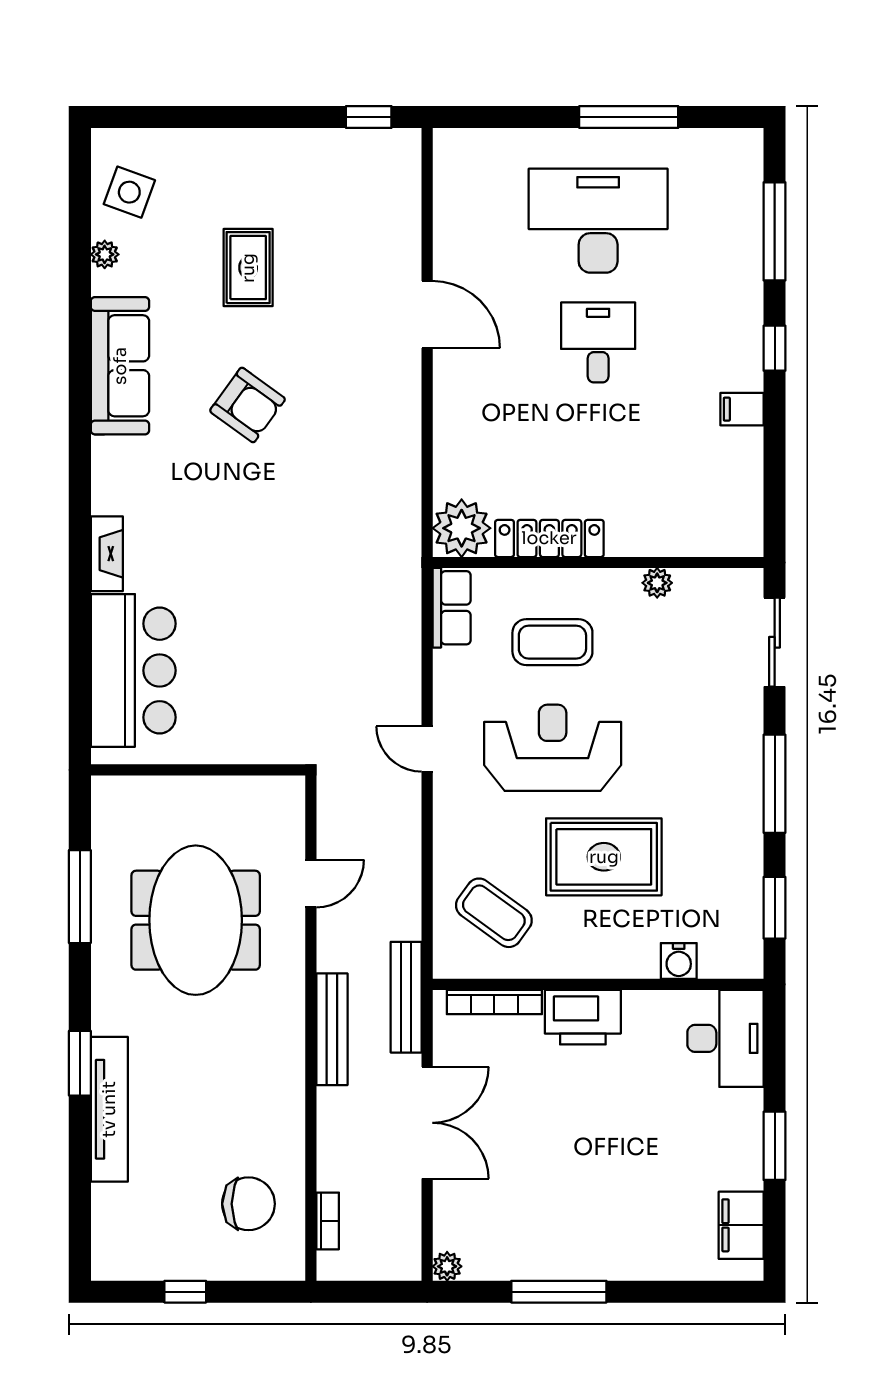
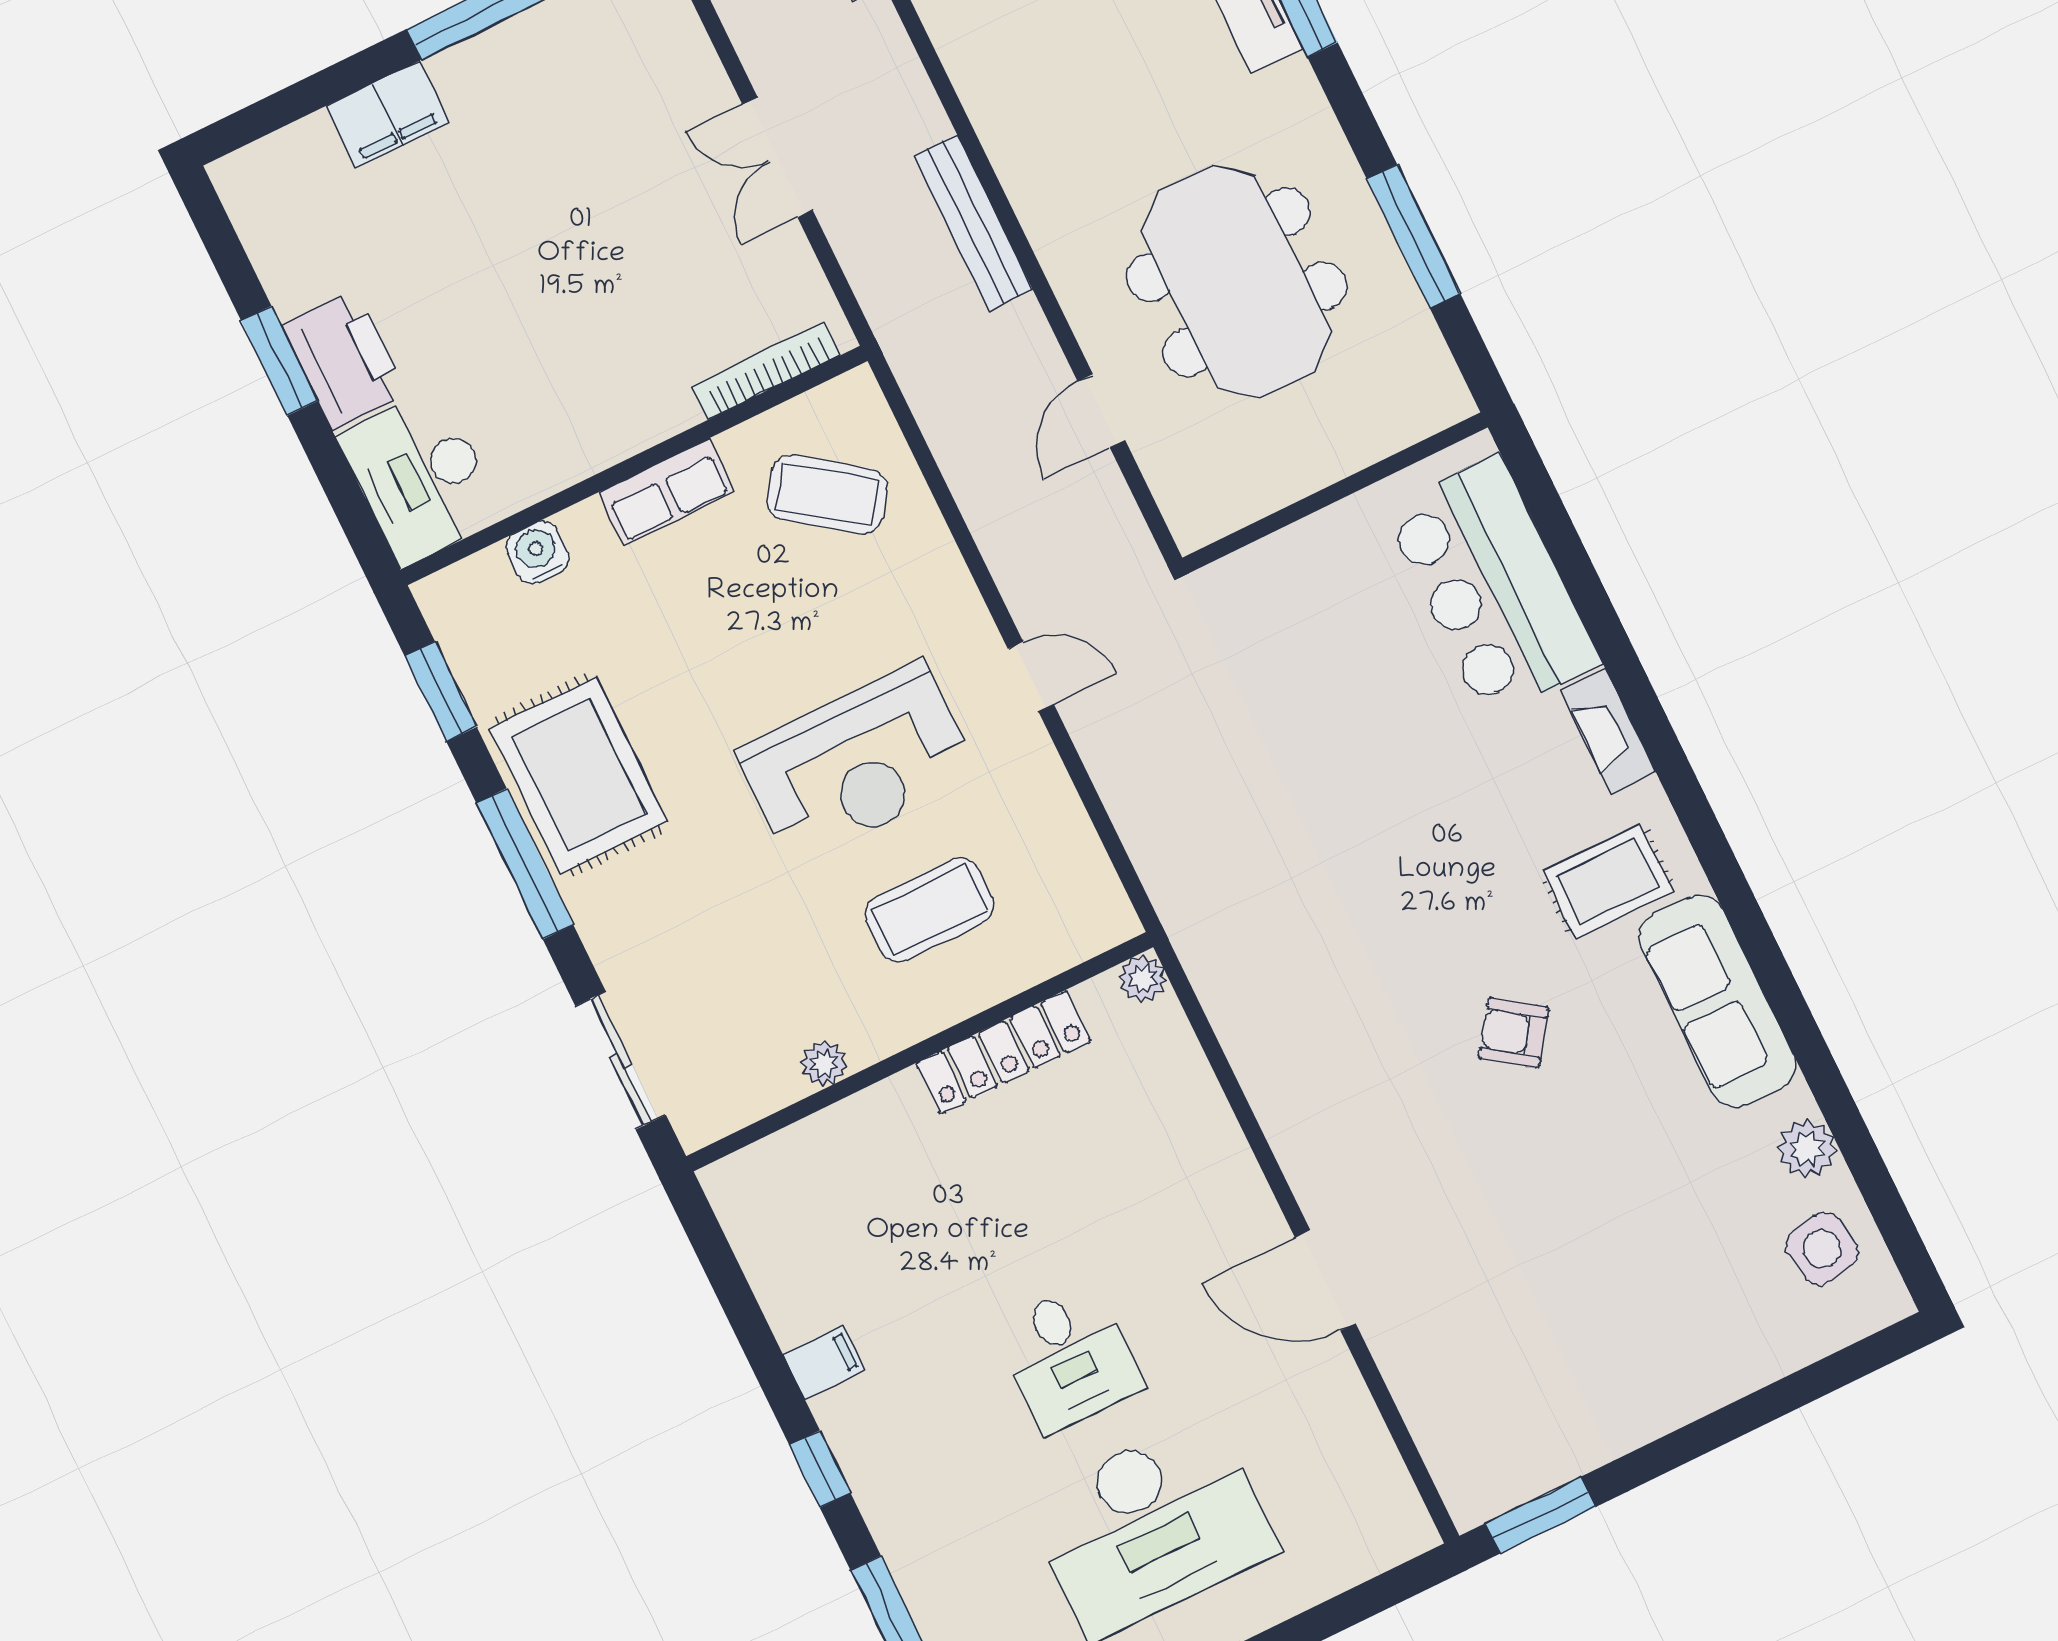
window: (369, 117) -> (1540, 1515), width x1.50
side table: (129, 192) -> (1822, 1249), turned -30
plant: (105, 254) -> (1807, 1149), width x1.38, depth x1.38
rug: (248, 268) -> (1607, 881), moved, turned 90
armchair: (248, 405) -> (1514, 1033), width x0.72, depth x0.72
plant: (462, 528) -> (1142, 979), width x0.53, depth x0.53
row of seats: (452, 608) -> (666, 492), moved, turned -90
rug: (604, 857) -> (579, 775), moved, turned 90
bench: (406, 997) -> (892, 318), removed
printer: (583, 1017) -> (345, 360), moved, turned 90
double door: (427, 1123) -> (778, 157), width x0.73
filing cabinet: (741, 1225) -> (388, 114), moved, turned 90

